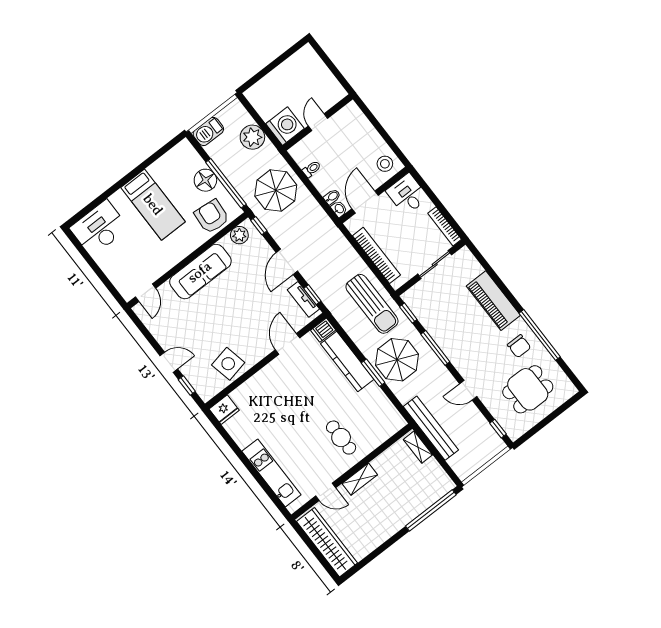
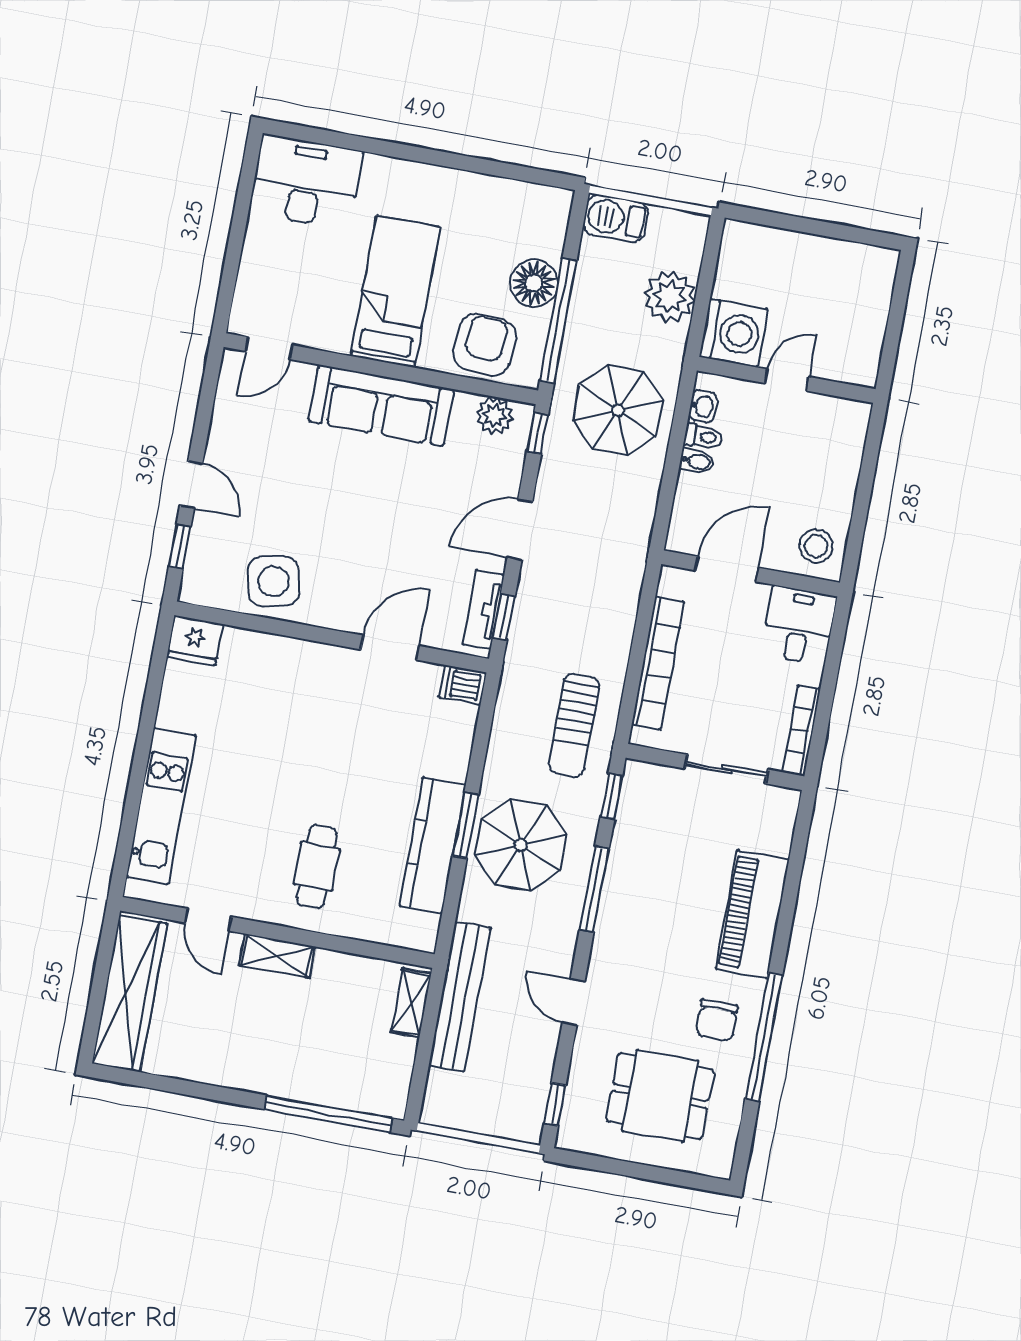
bidet: (332, 197) -> (697, 461), moved
bed: (153, 205) -> (395, 291), moved, turned 180
washbasin: (339, 209) -> (703, 406), moved
sun lounger: (372, 304) -> (574, 725), width x0.73, depth x0.75
kitchen counter: (347, 362) -> (433, 845), moved

